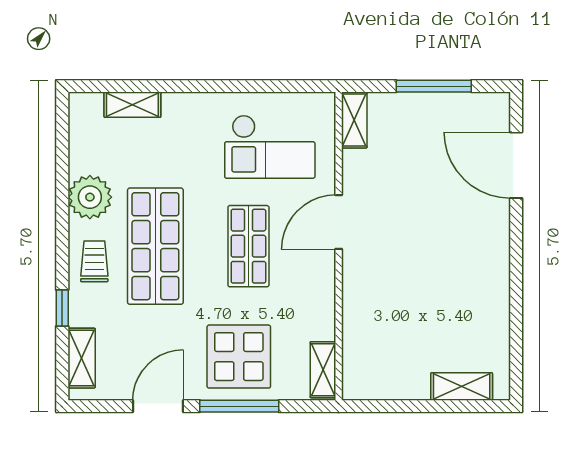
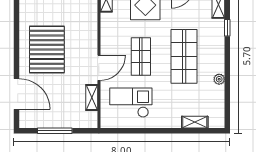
shelving: (354, 120) -> (92, 97), moved
plant: (90, 197) -> (219, 79), width x0.53, depth x0.53
trolley: (94, 261) -> (212, 49), removed
pallet: (451, 261) -> (47, 50), added

